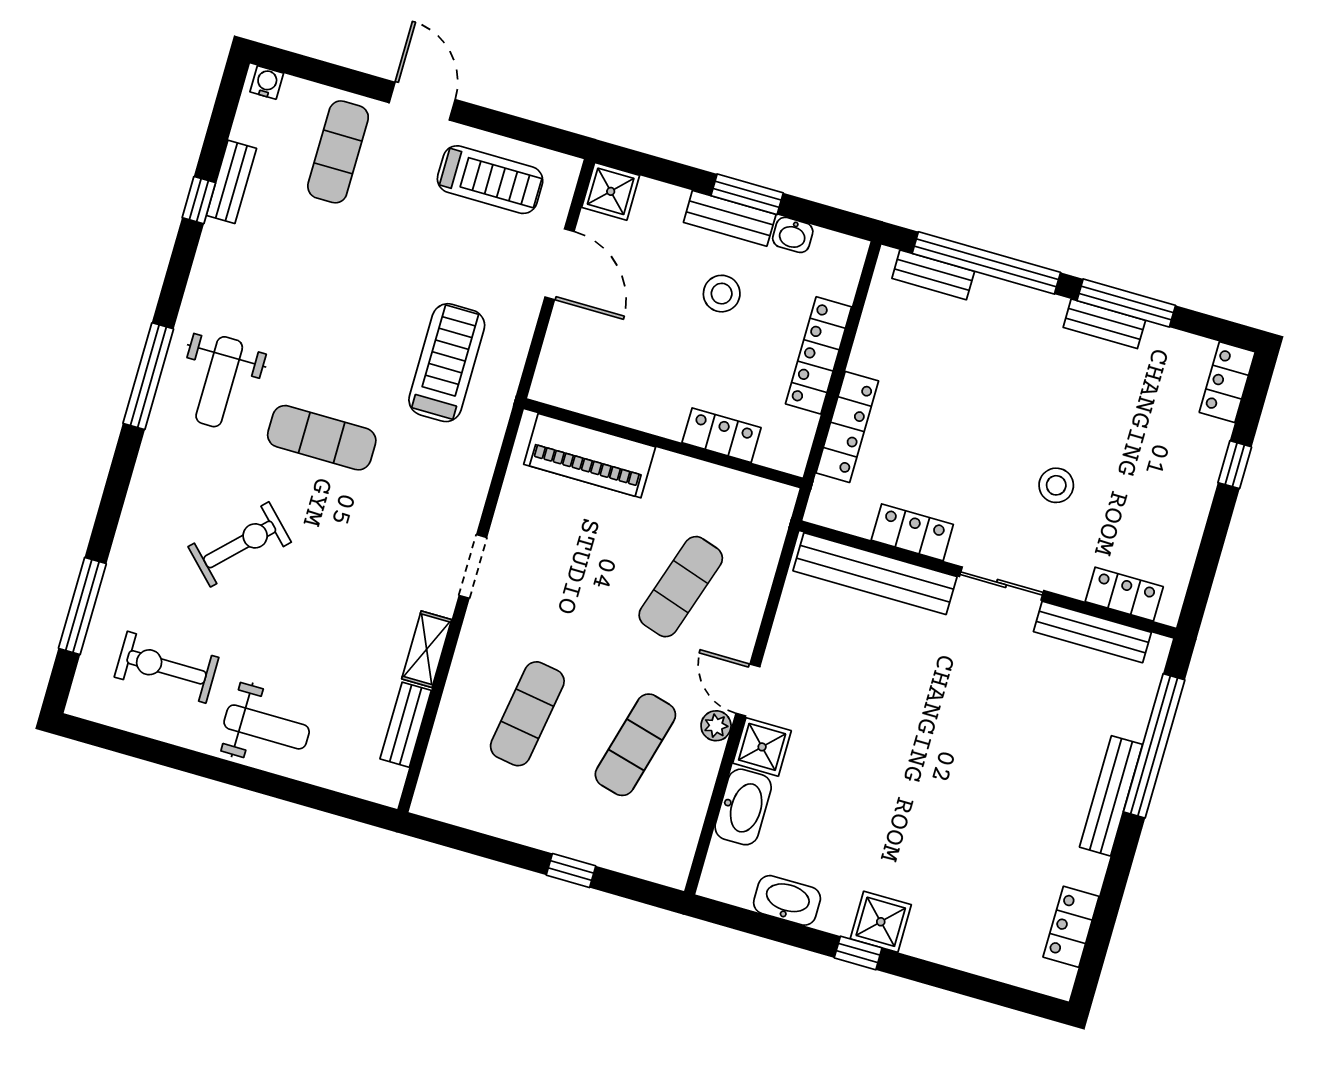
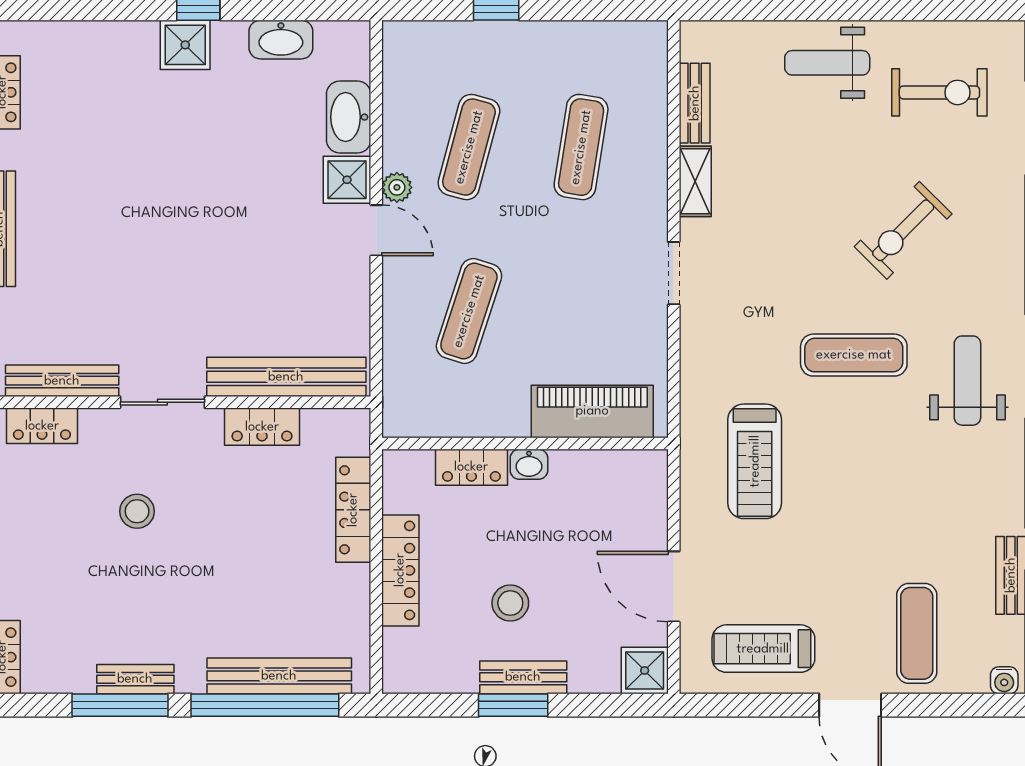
washbasin: (793, 235) -> (529, 464), moved, turned 180
bench: (933, 275) -> (279, 676), width x1.86, depth x1.21

